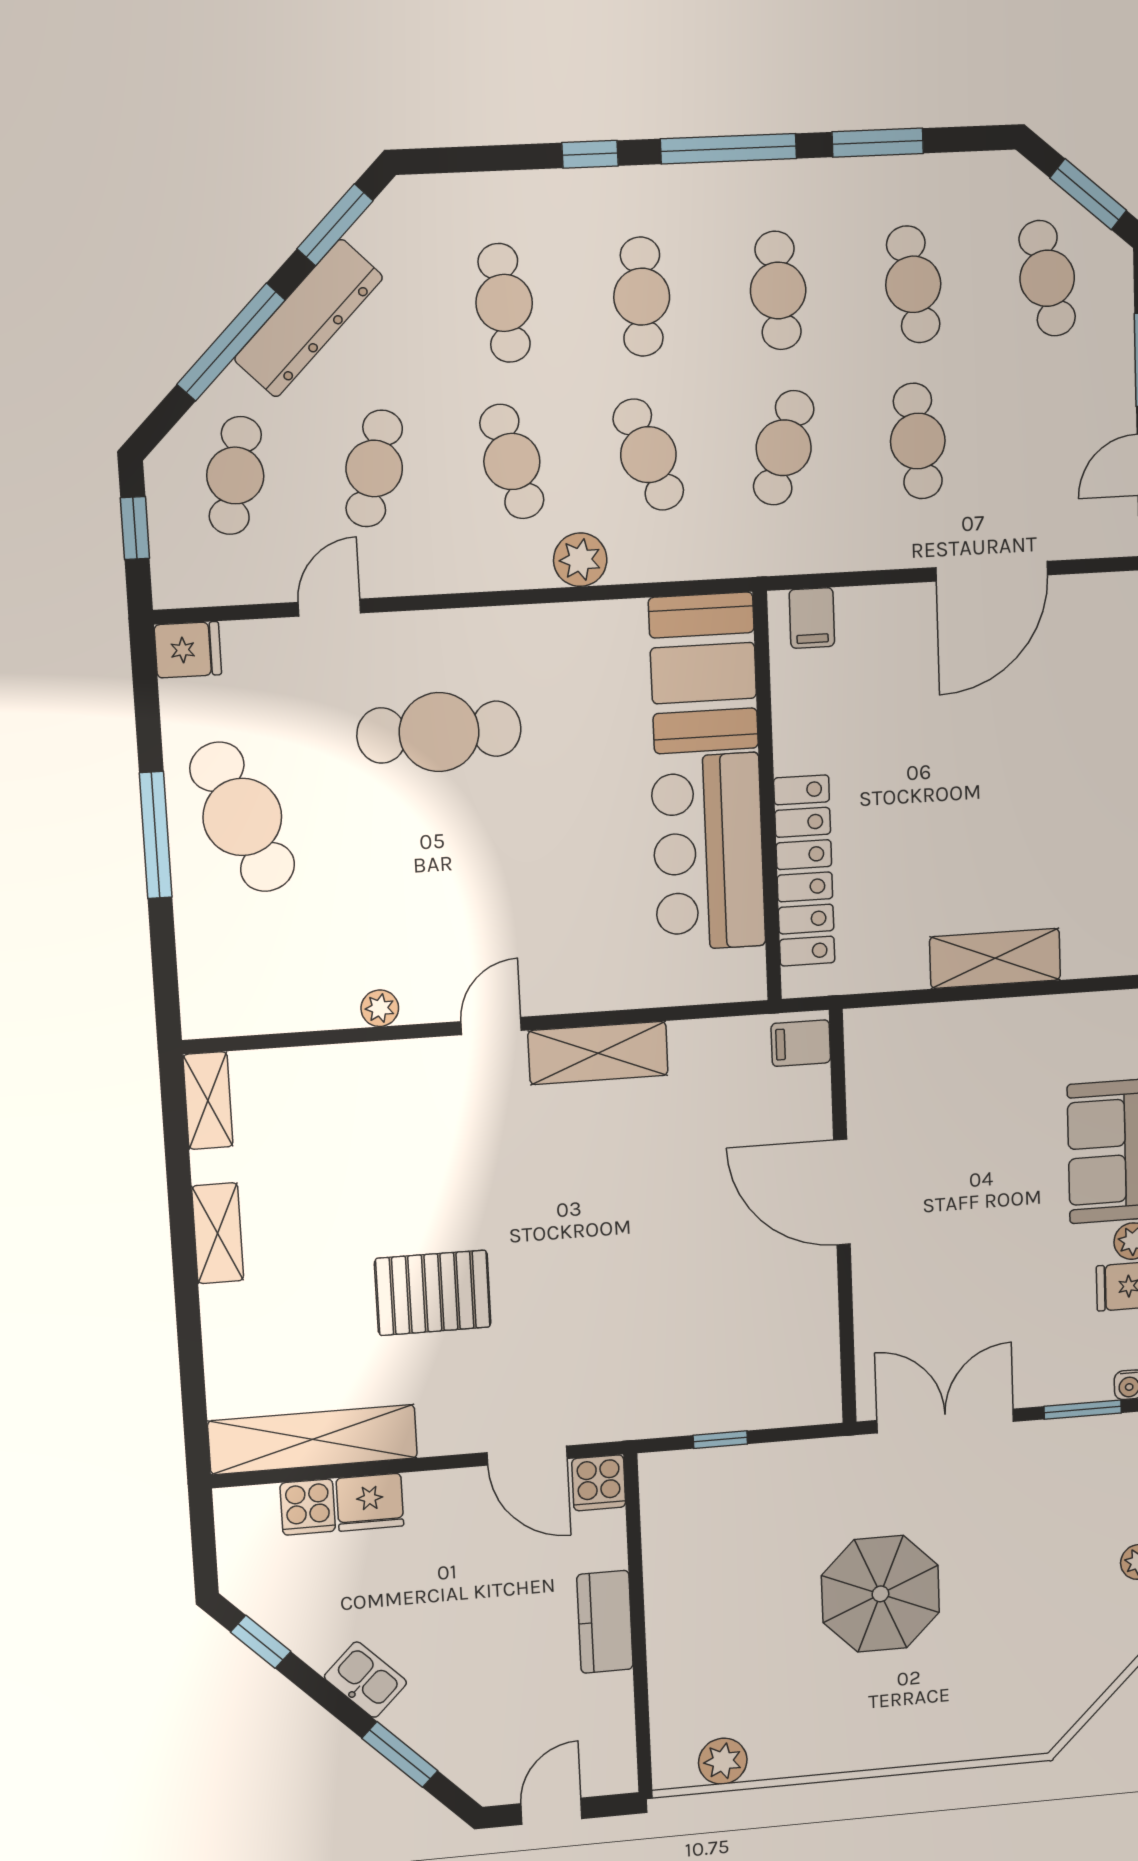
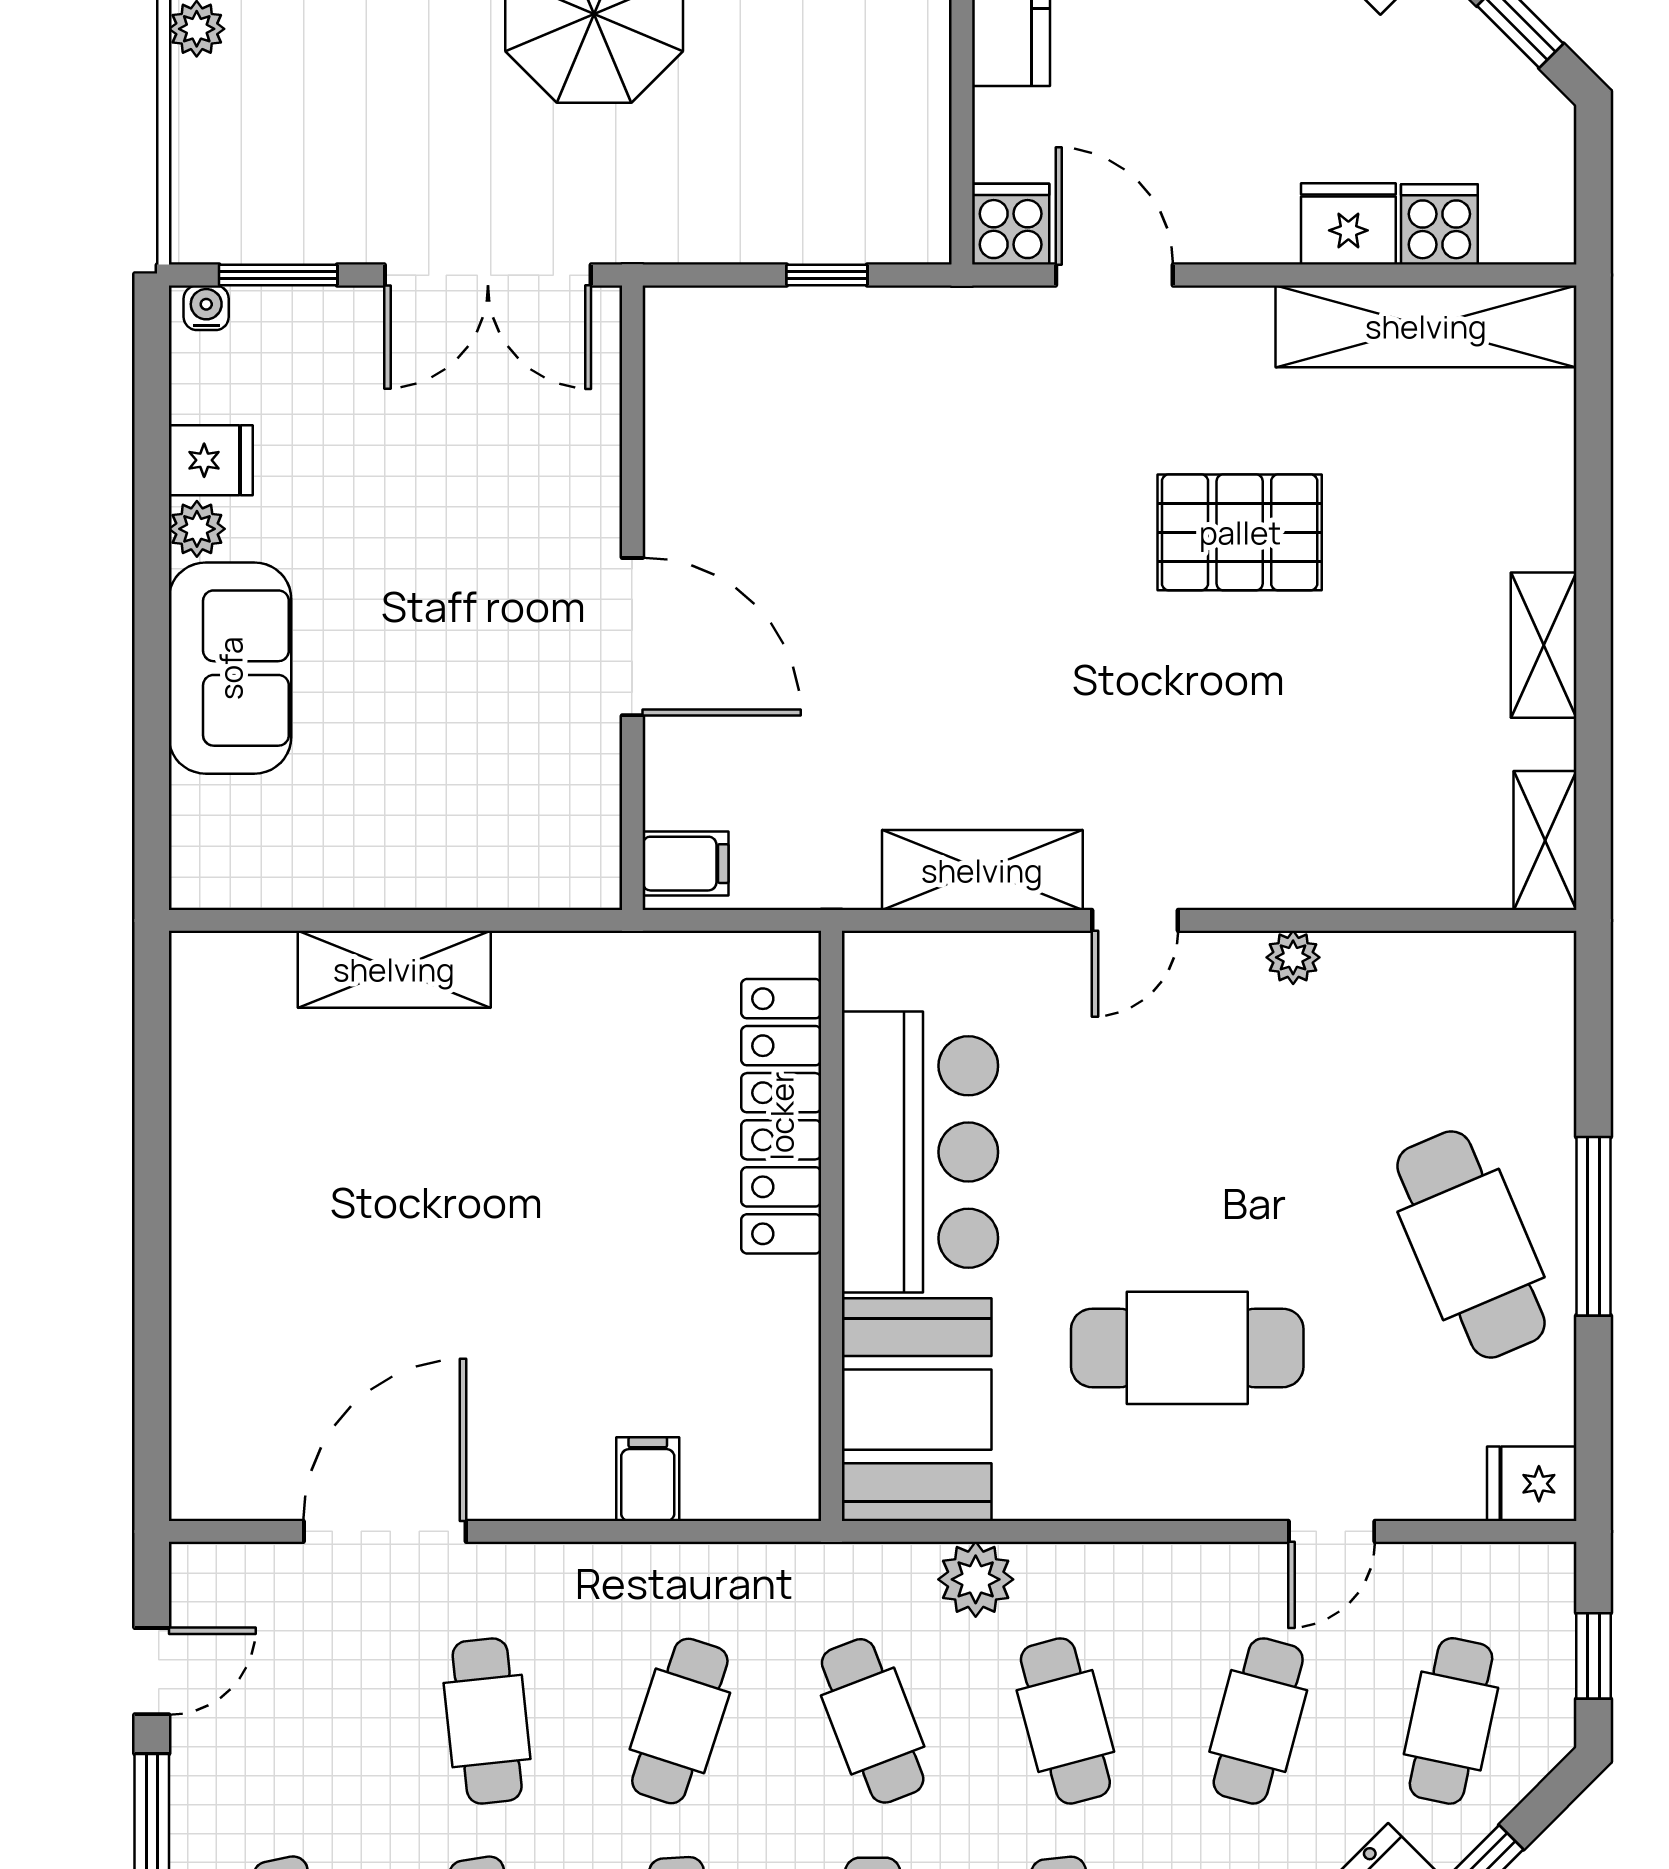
booth: (703, 673) -> (917, 1410), moved
wall: (767, 797) -> (831, 1226), moved
bar counter: (708, 852) -> (920, 1152), moved
locker: (804, 871) -> (781, 1116), moved

